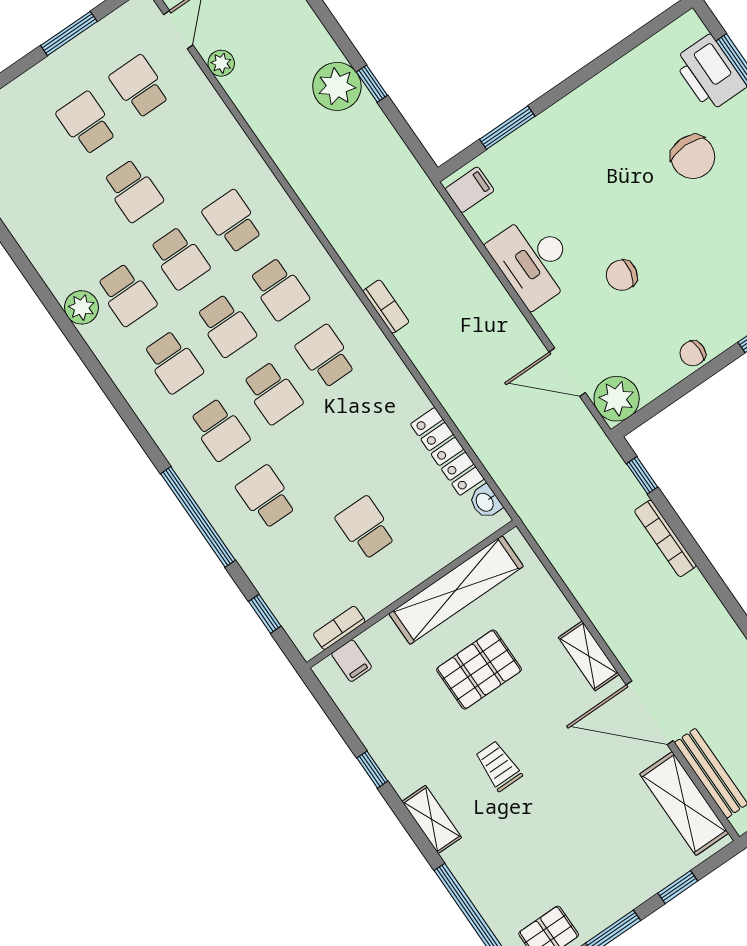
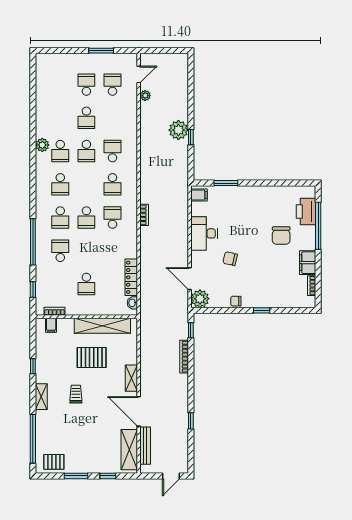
school desk: (226, 325) -> (86, 184), removed
school desk: (366, 528) -> (86, 284), turned 180

